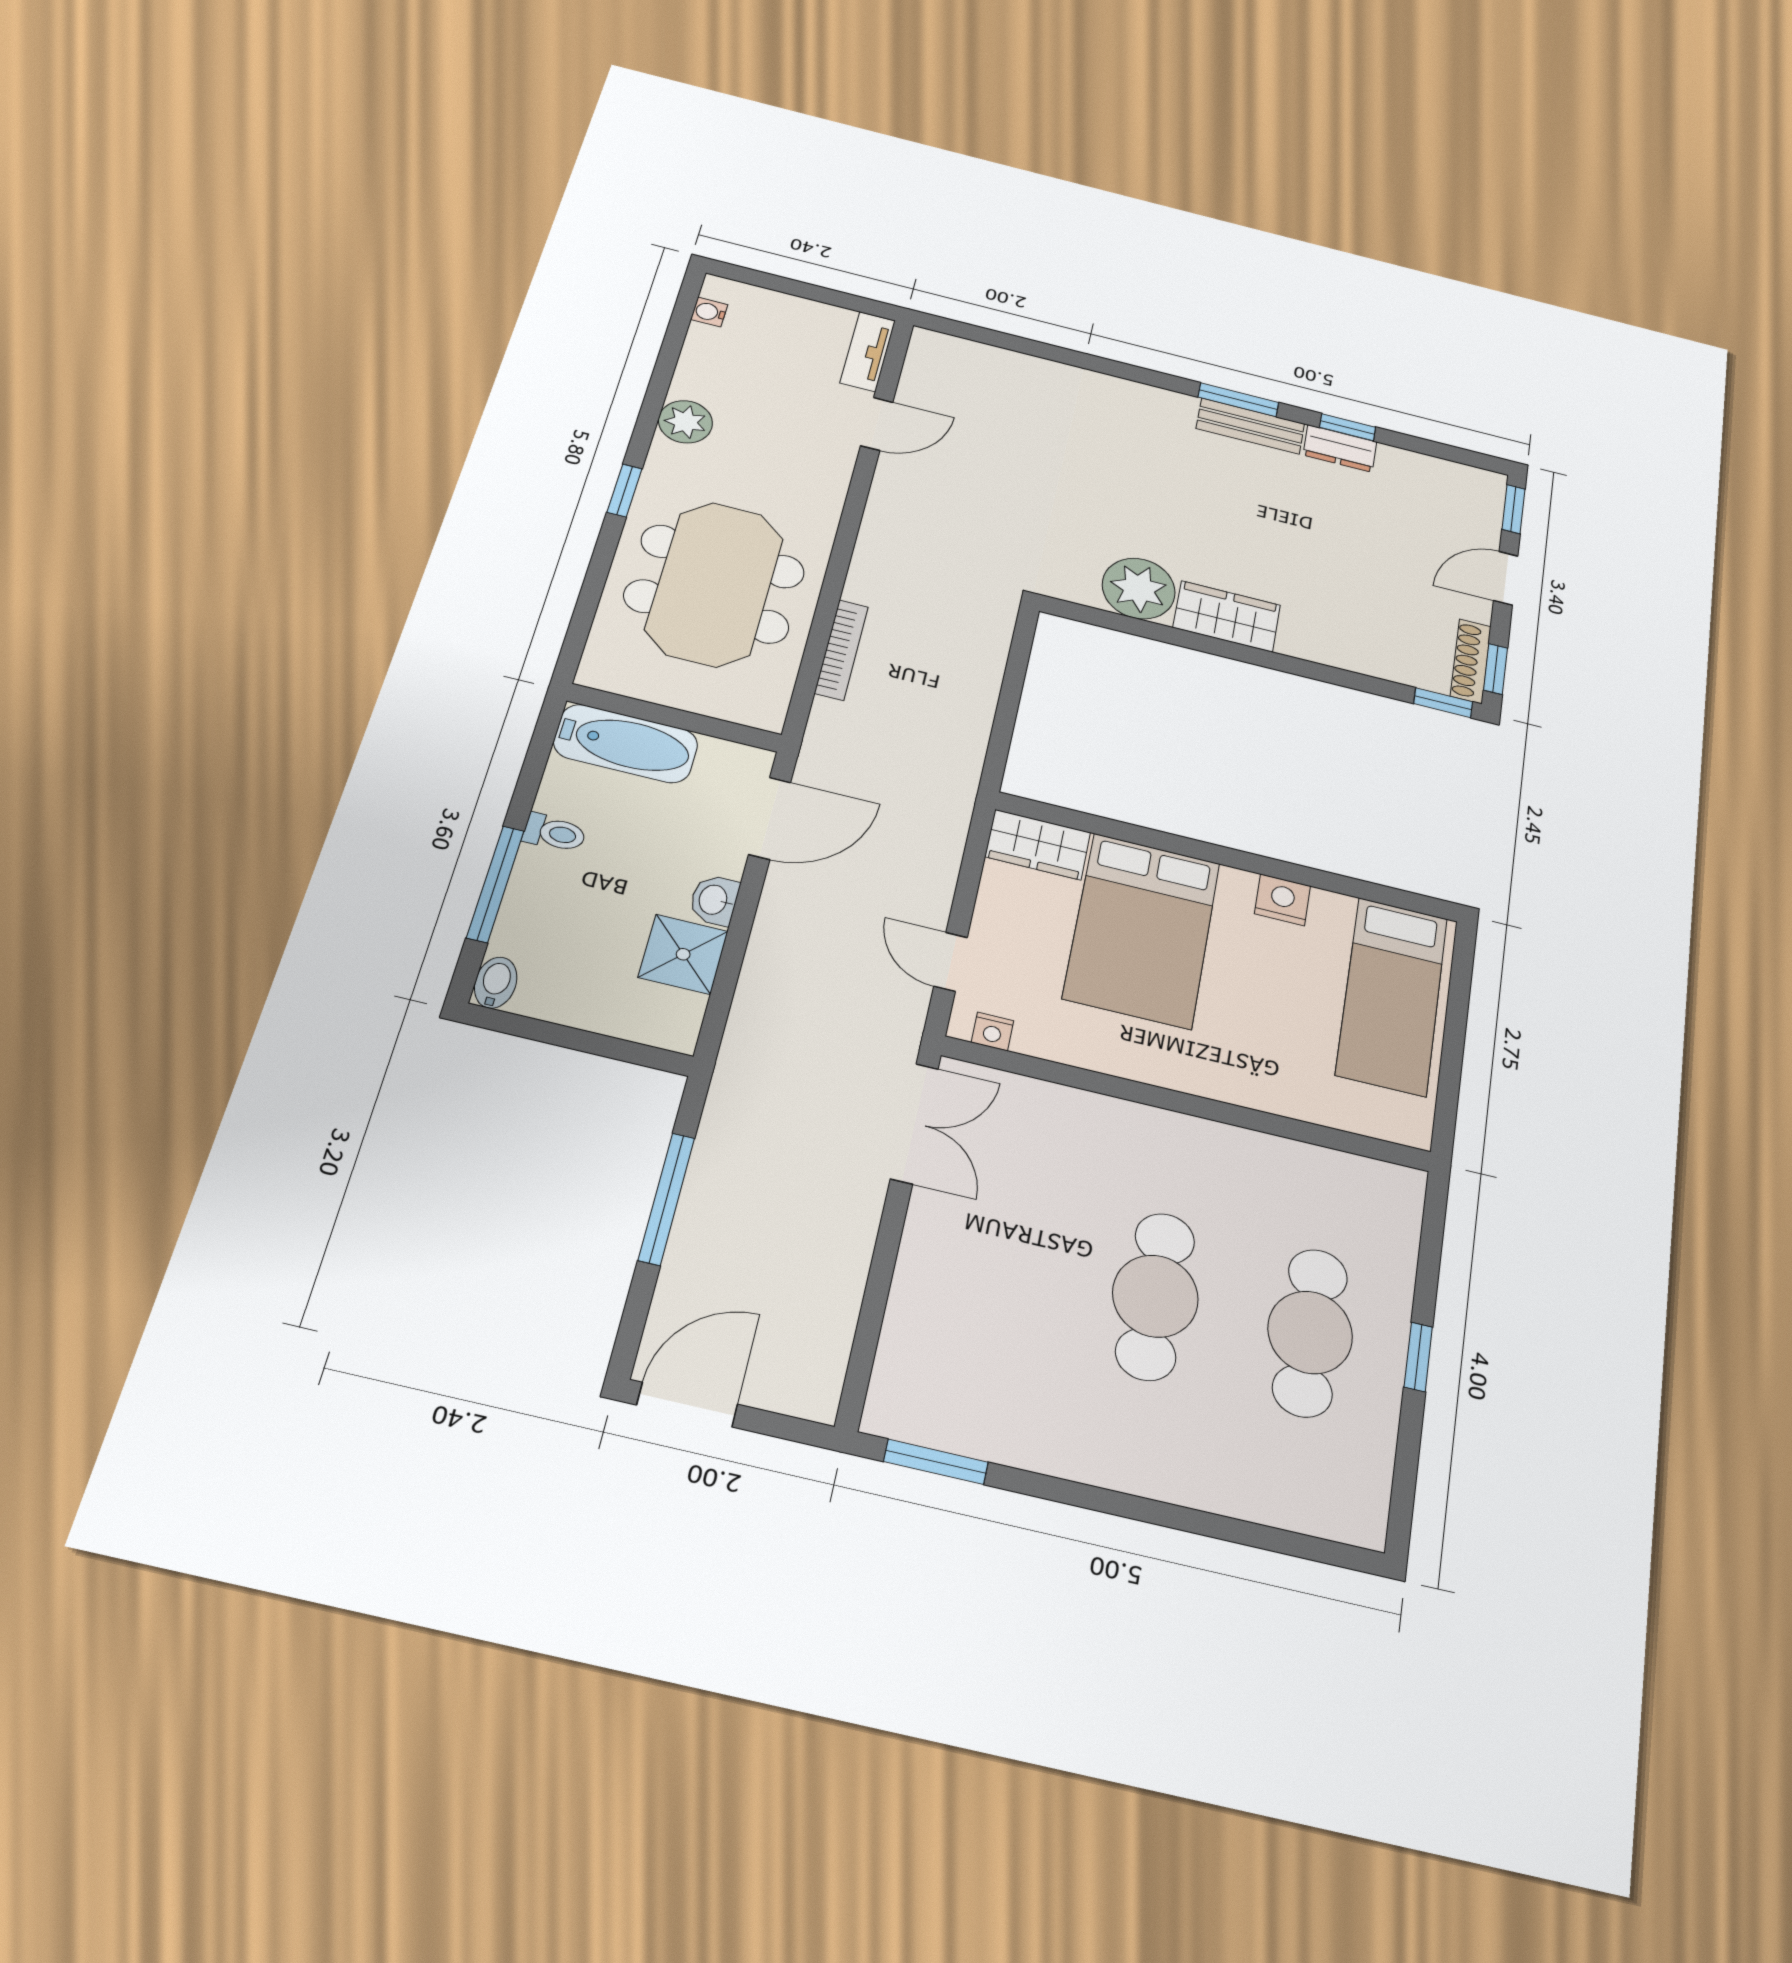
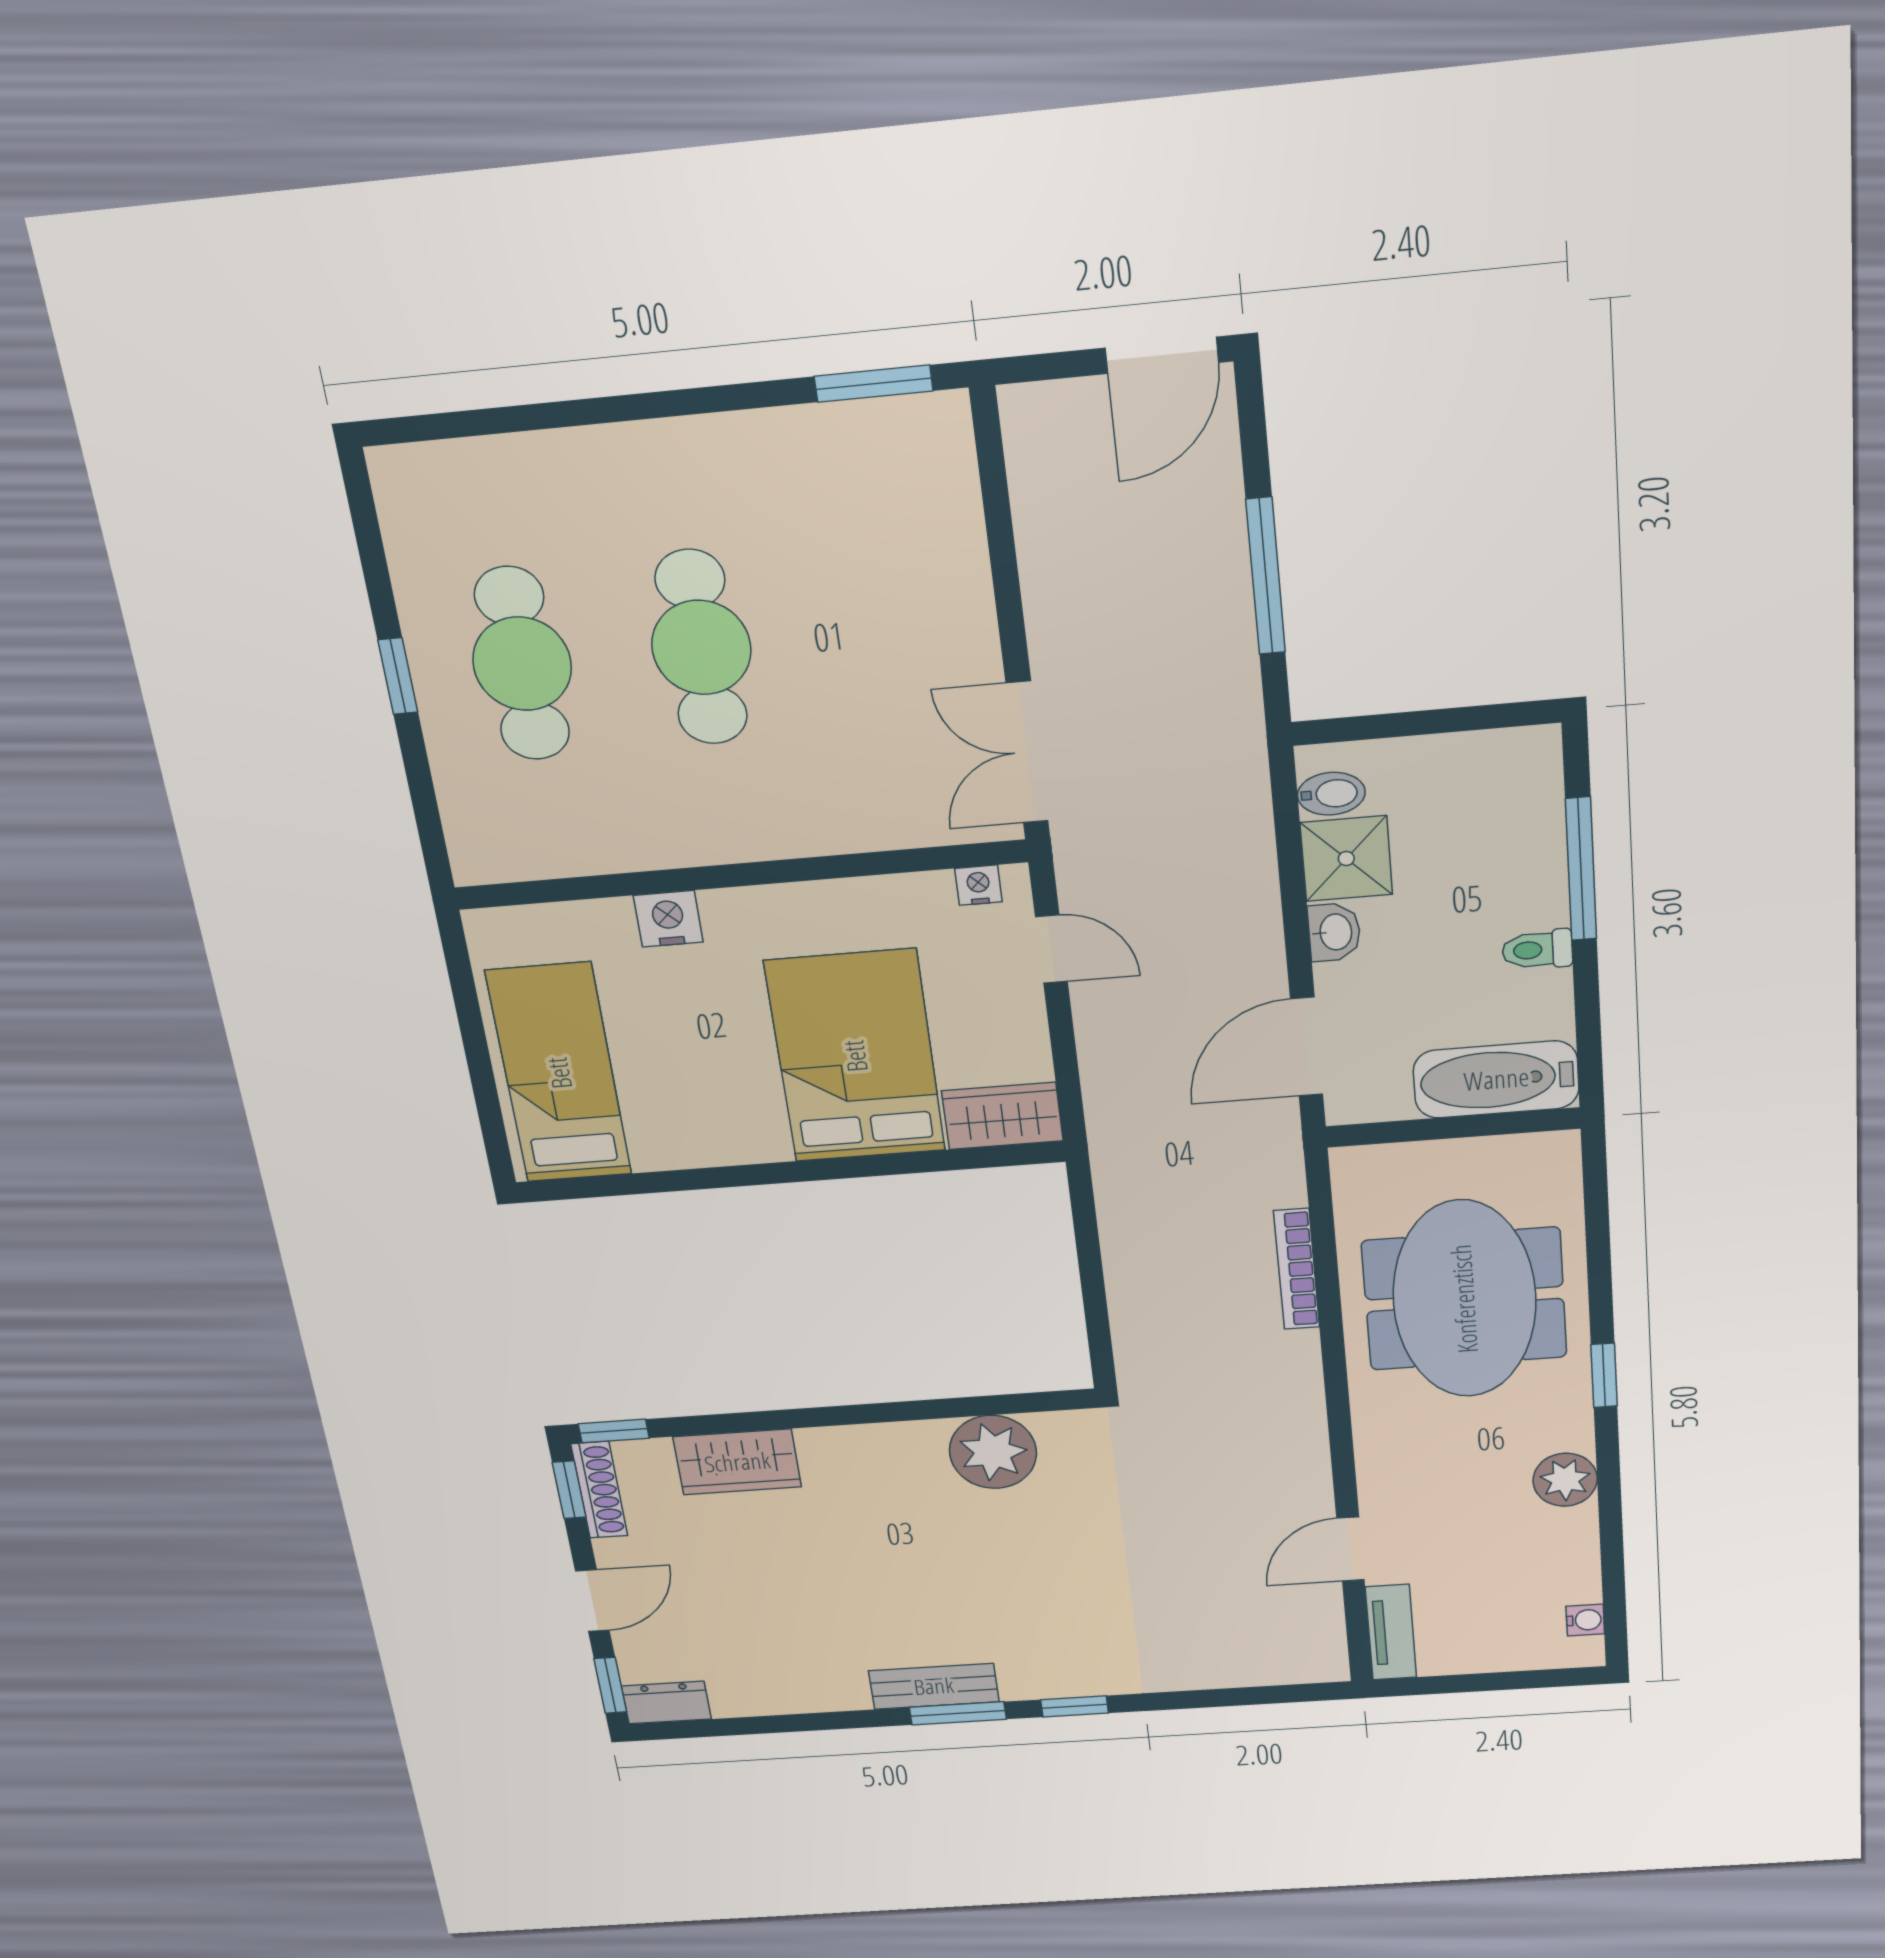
window: (1348, 427) -> (1075, 1706), moved
dresser: (1340, 448) -> (666, 1703), moved
wardrobe: (1227, 616) -> (737, 1462), moved
nightstand: (1282, 900) -> (668, 919), moved, turned 180
bidet: (496, 983) -> (1331, 794), moved, turned -90

